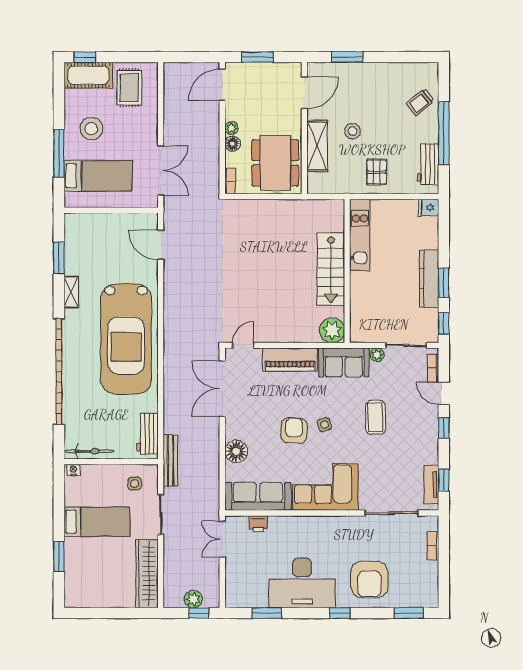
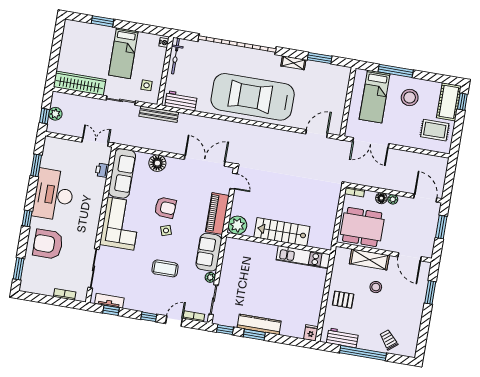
kitchen unit: (360, 235) -> (303, 257), moved
stairs: (331, 269) -> (282, 232), moved
wall: (347, 271) -> (279, 243), moved
plant: (332, 330) -> (237, 225), moved

